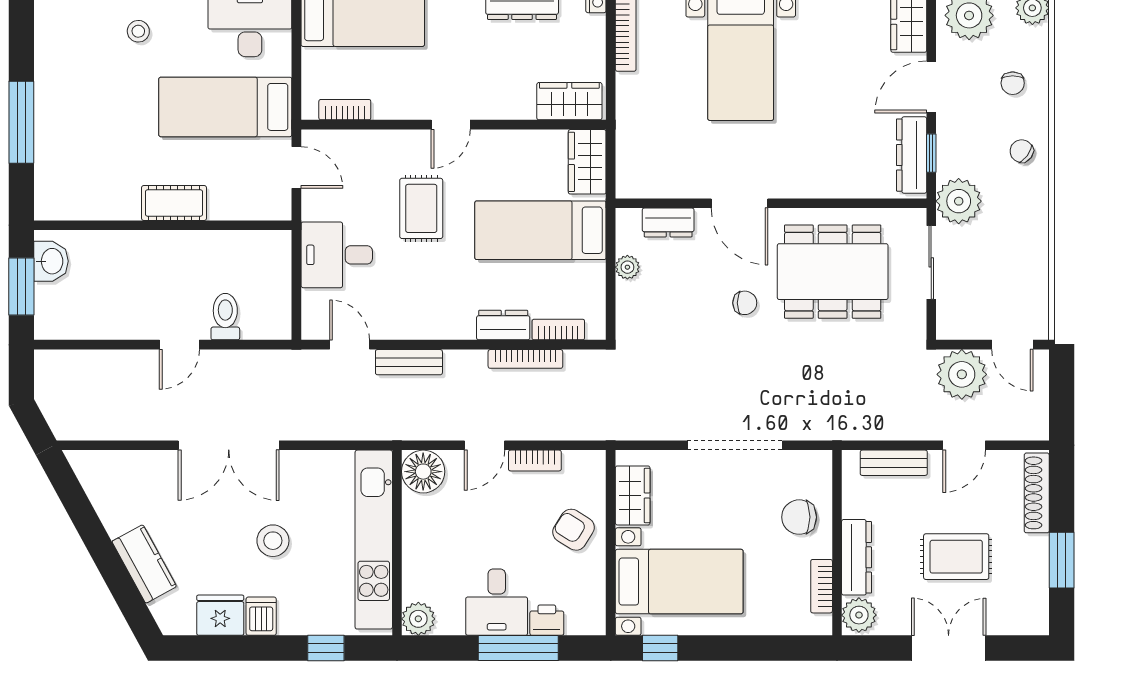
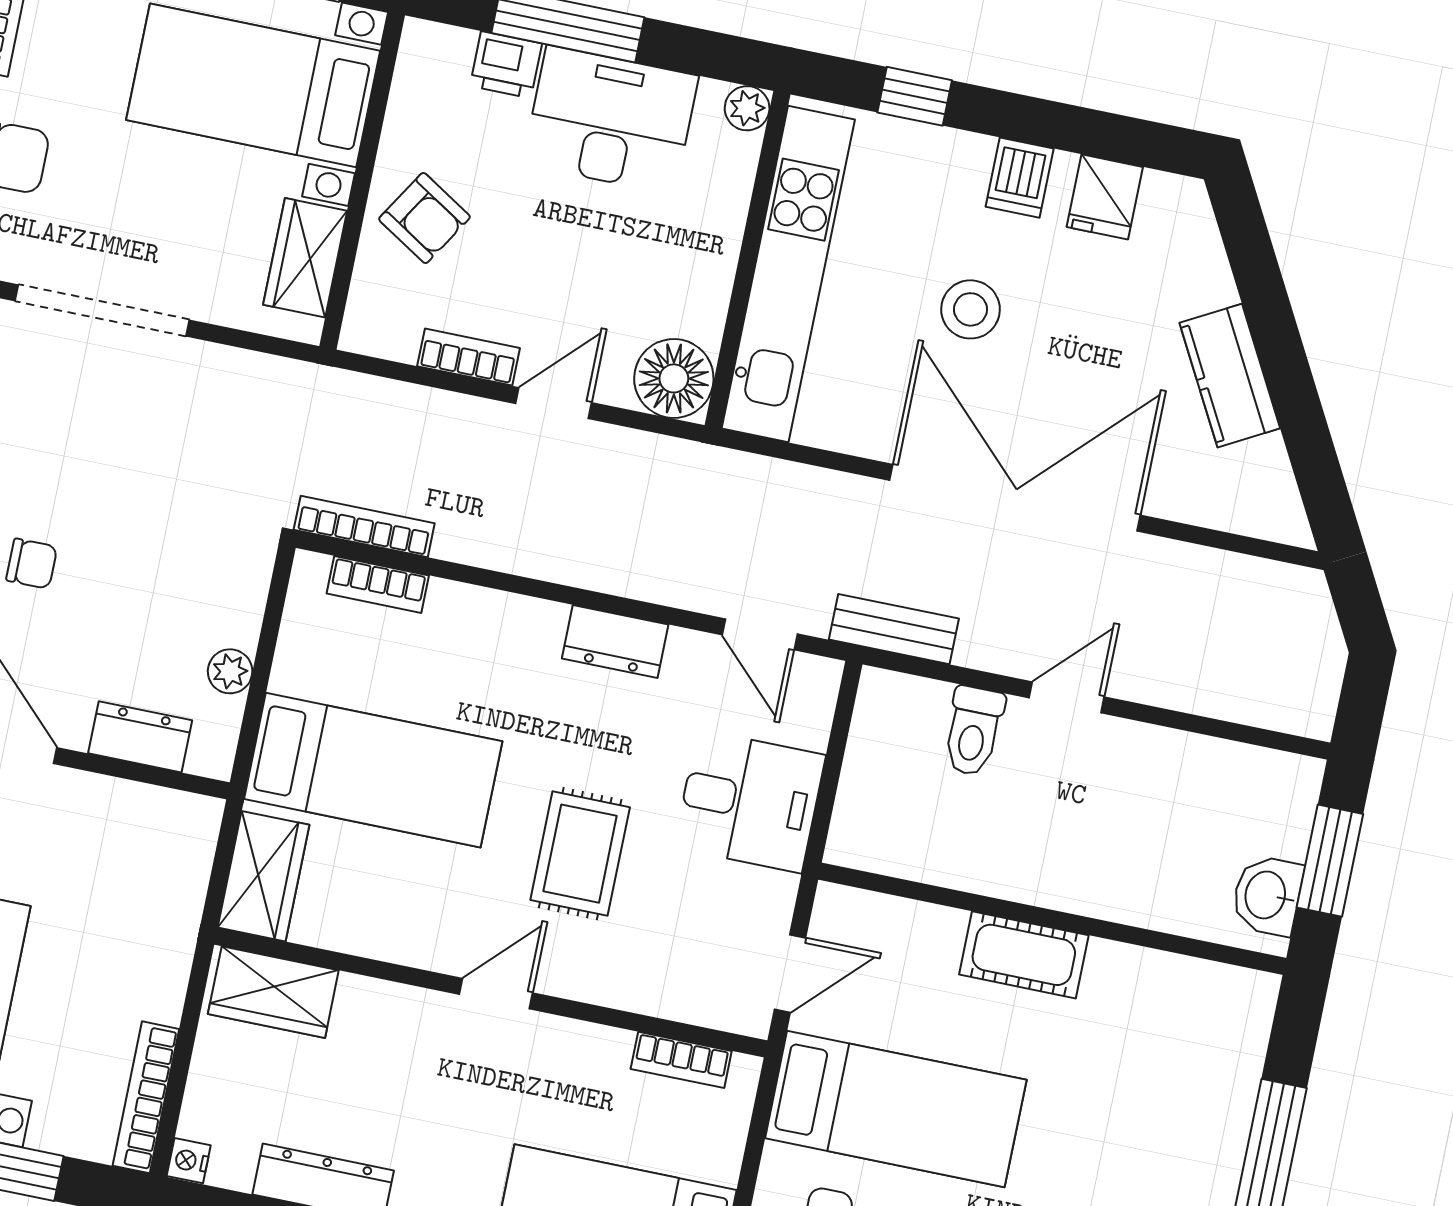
door: (296, 168) -> (790, 974), swing flipped
chair: (745, 303) -> (32, 564), turned 180
dresser: (503, 325) -> (615, 642), moved
bookcase: (525, 359) -> (364, 526), moved
bench: (409, 362) -> (894, 629), moved
double door: (229, 445) -> (1015, 498), width x1.36
kitchen counter: (144, 564) -> (1230, 376), moved
desk: (497, 602) -> (611, 120), width x1.37
fridge: (220, 615) -> (1105, 197), width x0.72
plant: (418, 619) -> (747, 108), width x0.73, depth x0.73

